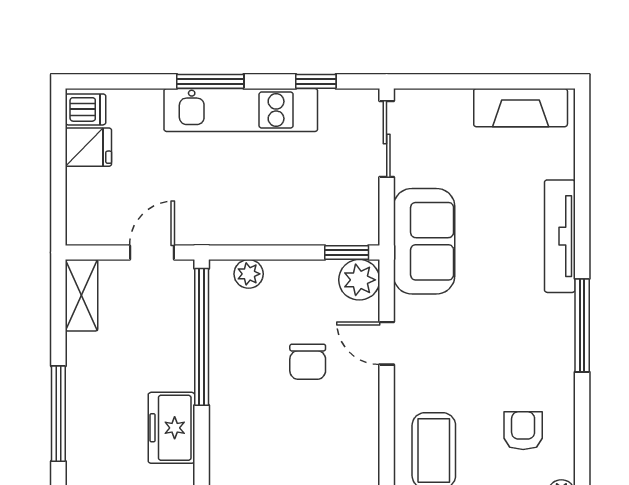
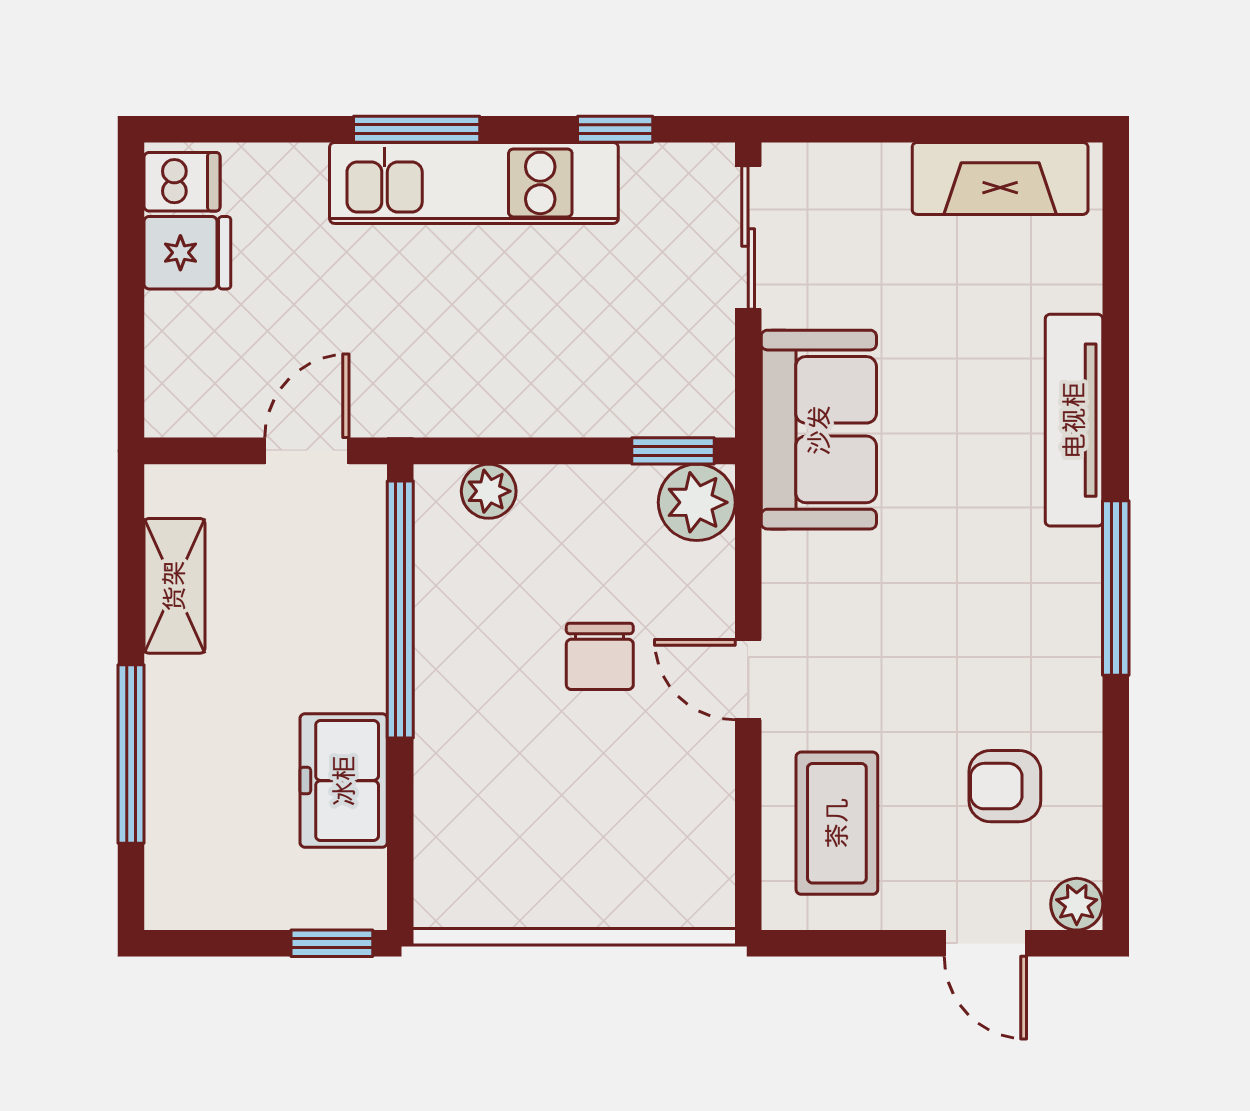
shelving: (82, 295) -> (174, 586), moved
door: (387, 343) -> (748, 680), moved
armchair: (523, 431) -> (1005, 786), turned -90

